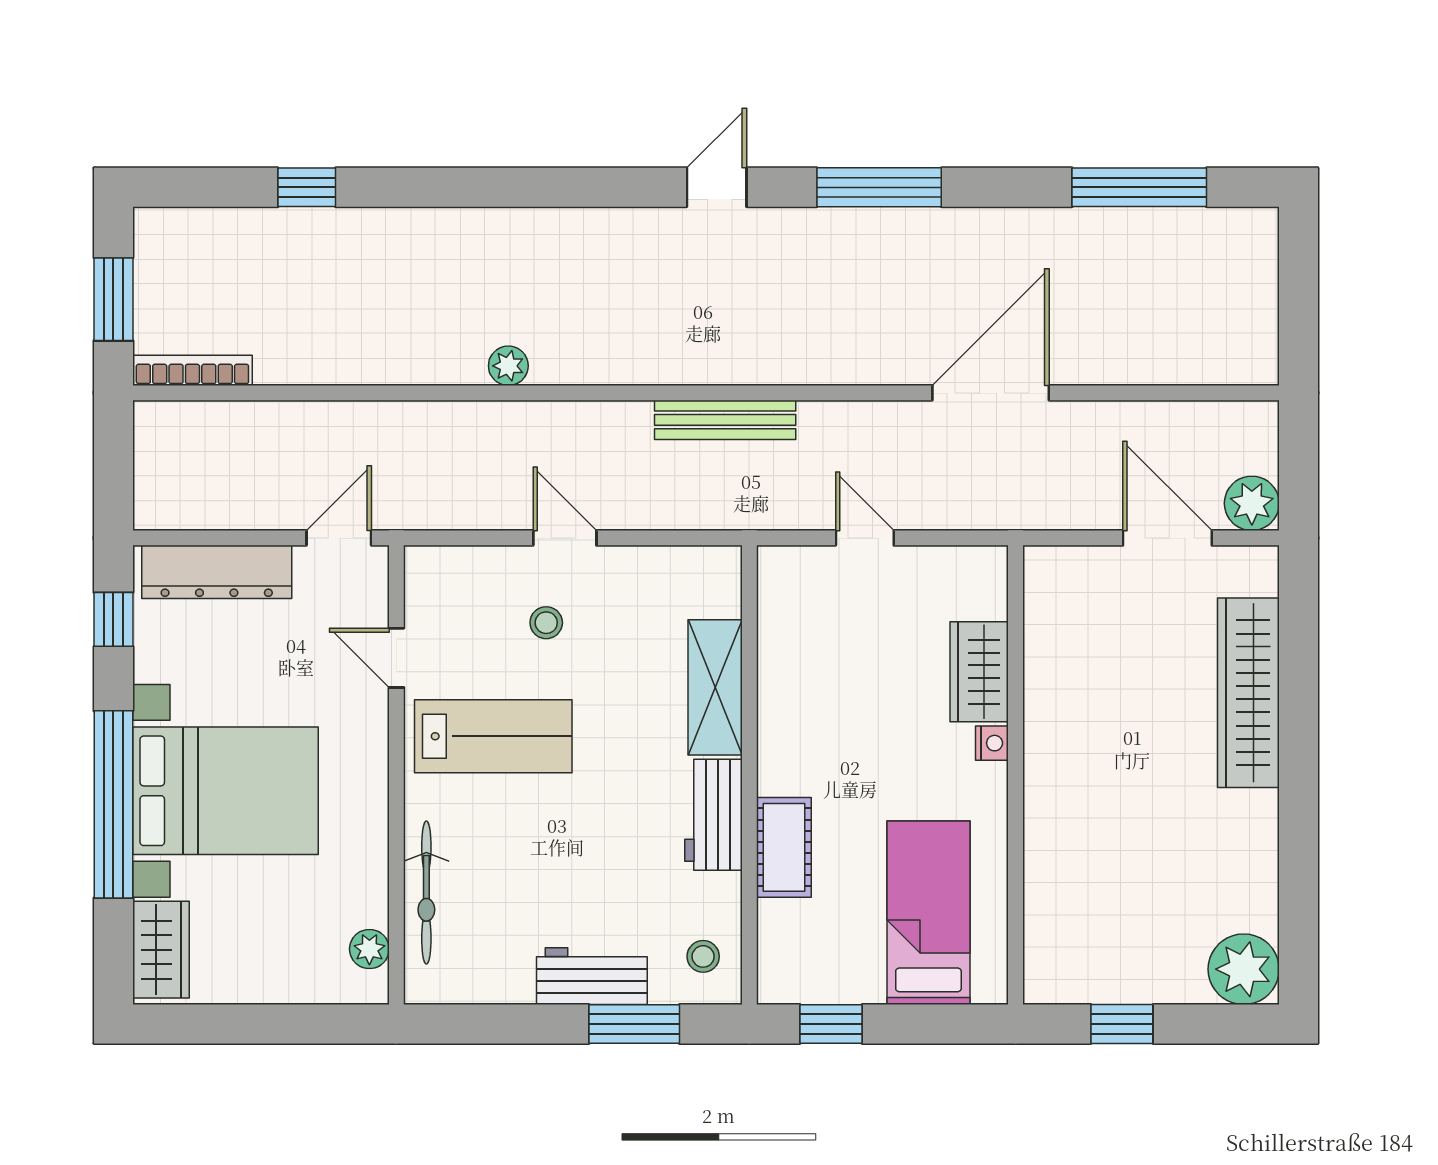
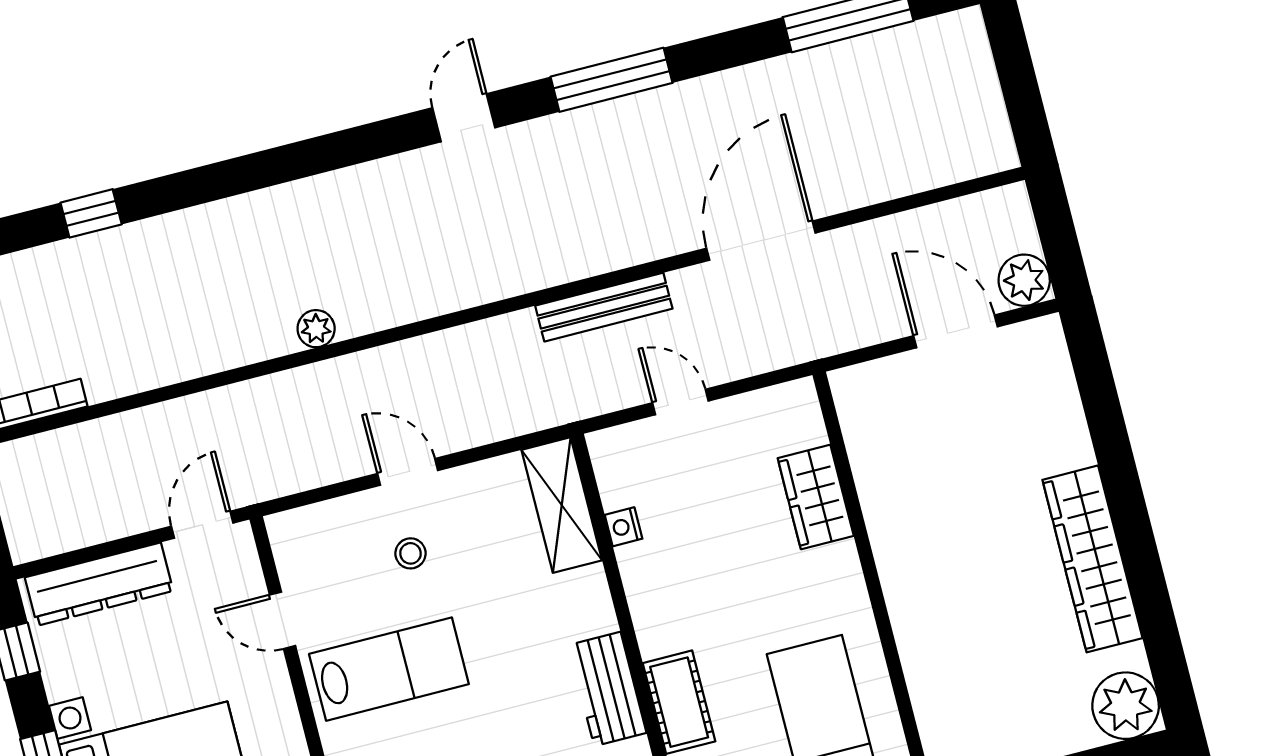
bench: (725, 420) -> (604, 307), moved
shelving: (715, 687) -> (562, 505), moved
wardrobe: (1248, 693) -> (1092, 559), moved
nightstand: (992, 743) -> (624, 527), moved, turned 180

